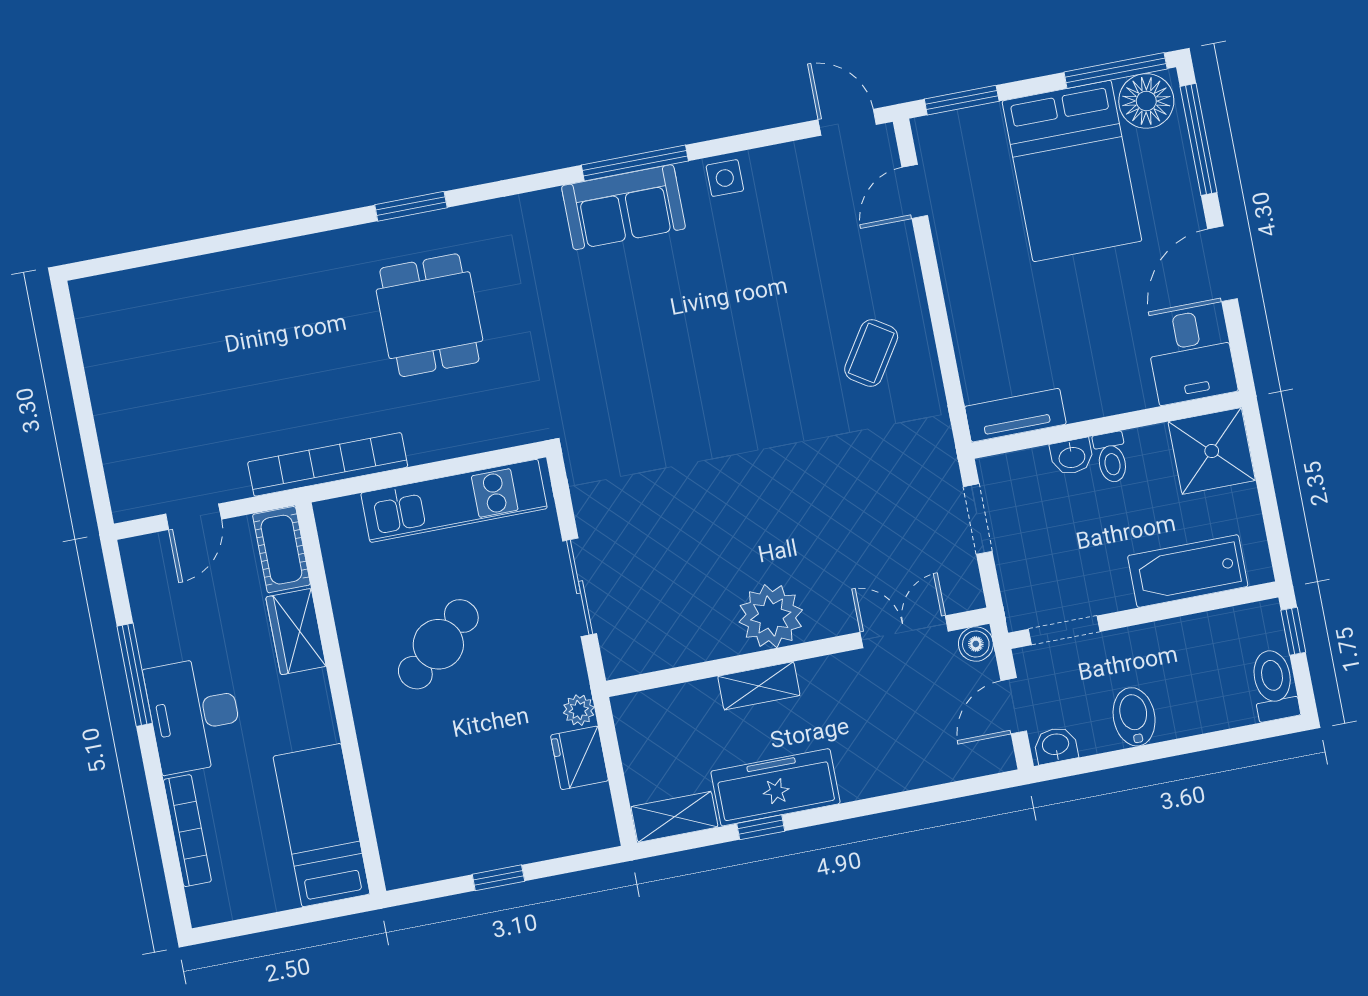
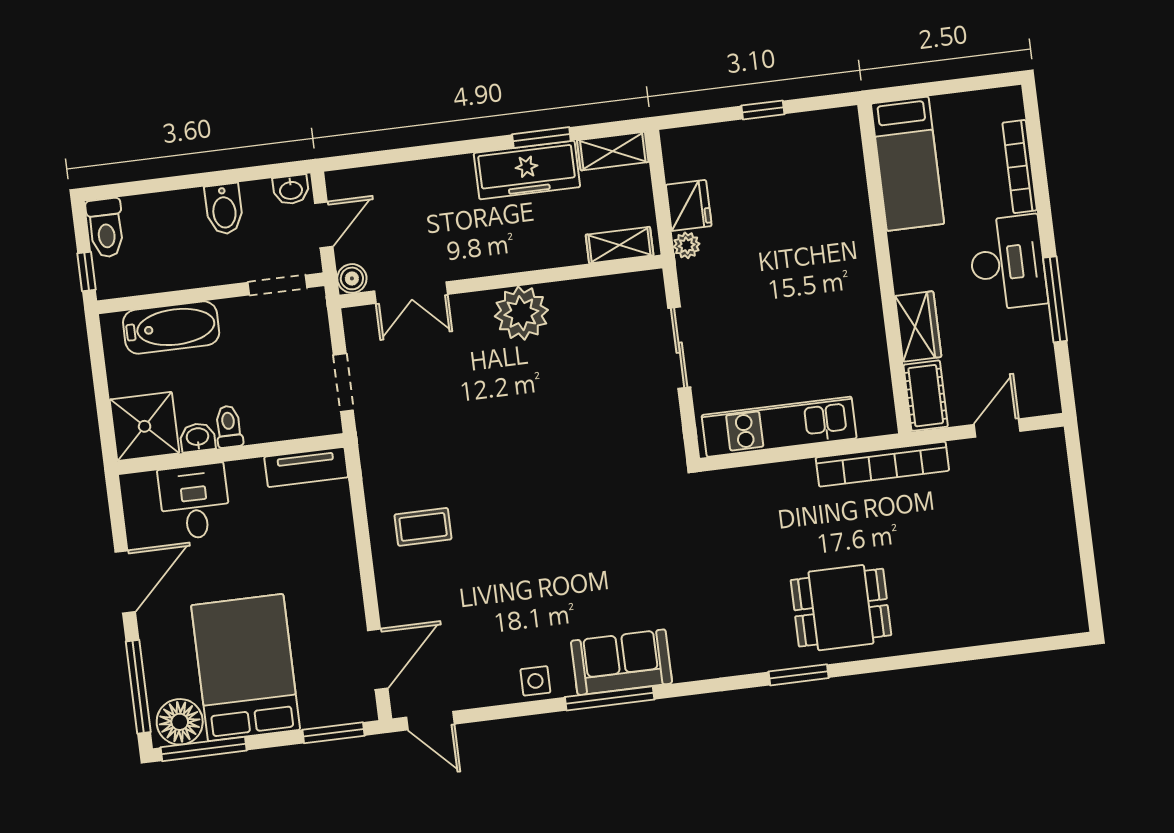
door: (915, 191) -> (378, 659), width x1.38
dining table: (429, 315) -> (841, 608), moved, turned 90
coffee table: (871, 353) -> (423, 527), turned 57
desk: (1191, 356) -> (194, 502), moved
washbasin: (1072, 457) -> (198, 437), moved
cafe table: (438, 644) -> (800, 308), removed
shelving: (759, 686) -> (620, 245), moved
window: (761, 827) -> (541, 138), width x1.50

